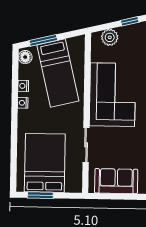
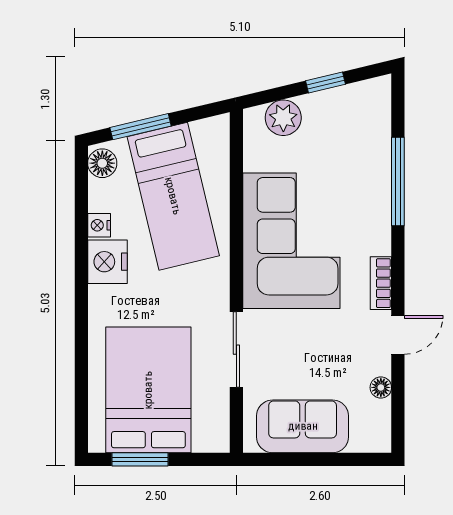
nightstand: (23, 103) -> (107, 262), width x1.89, depth x1.79

